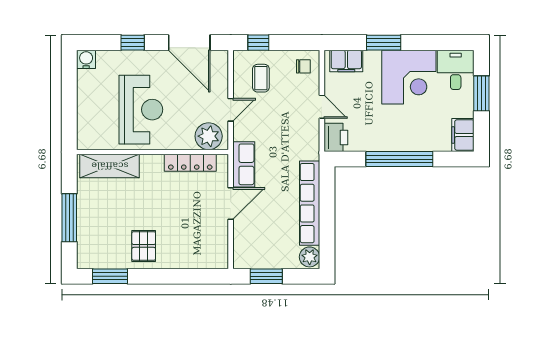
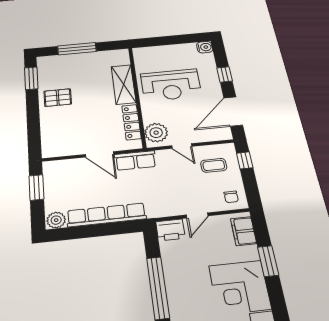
shelving: (110, 166) -> (124, 84), moved

